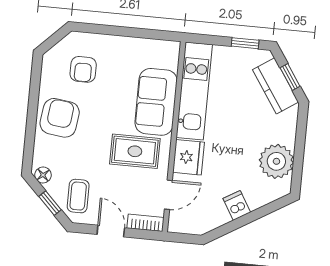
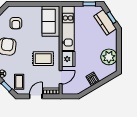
sofa: (156, 102) -> (51, 21), moved
door: (111, 231) -> (36, 96), hinge flipped

